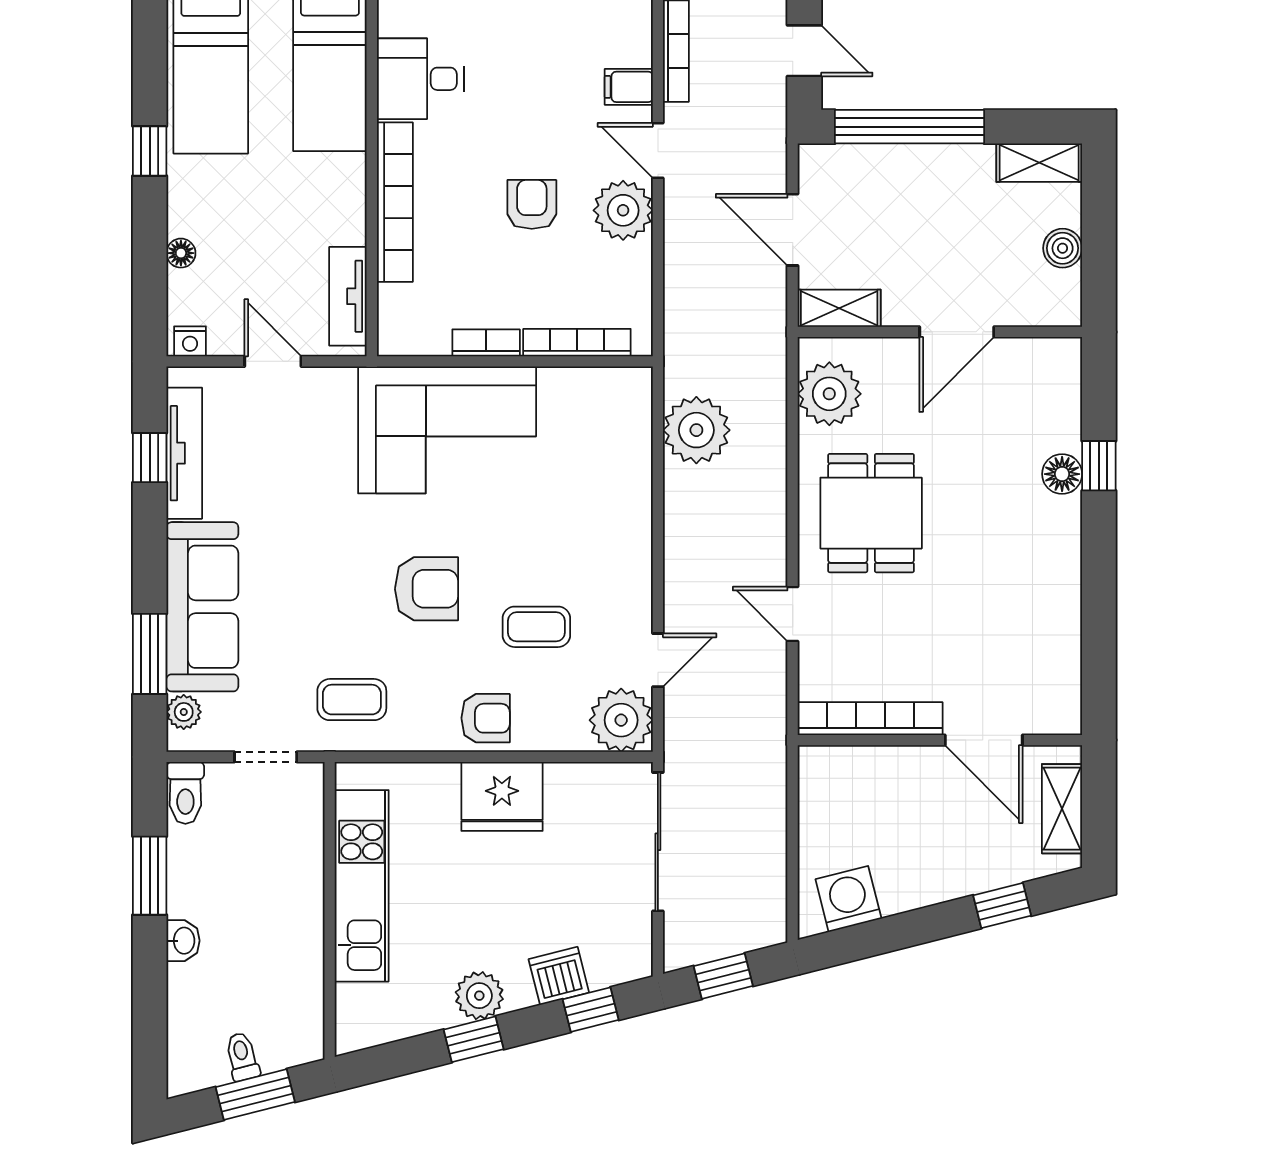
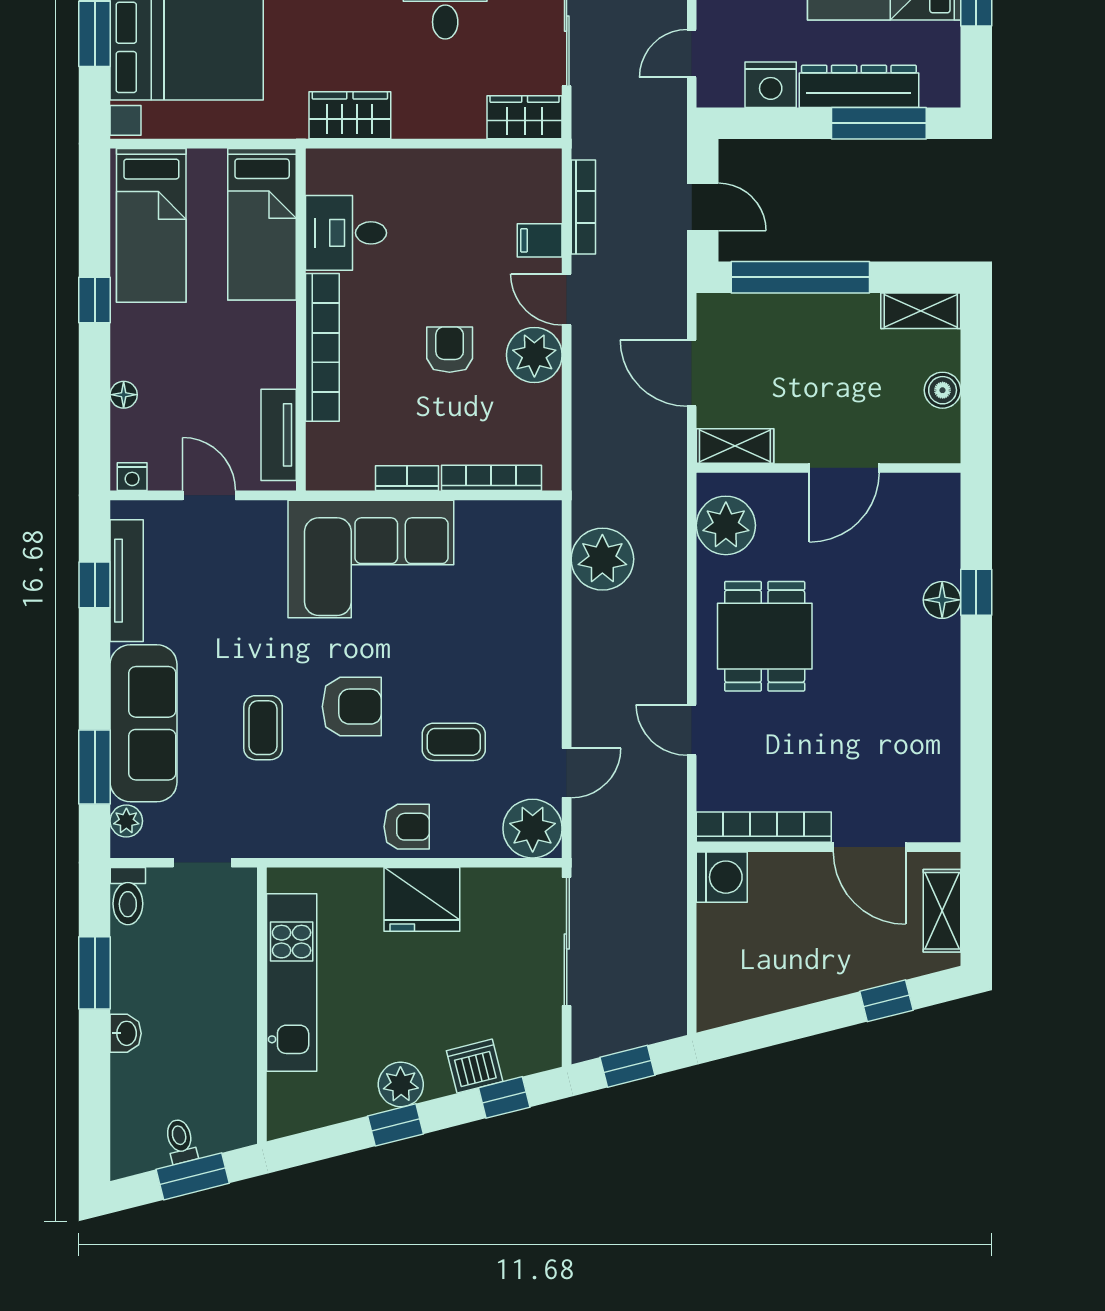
coffee table: (352, 700) -> (263, 728), moved, turned 90
washing machine: (848, 899) -> (722, 877), moved, turned 104

